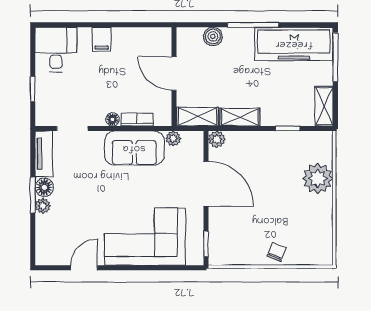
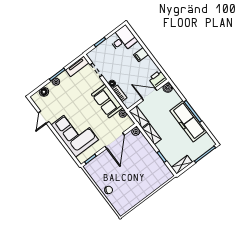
boiler: (213, 36) -> (168, 88), moved
printer: (160, 42) -> (158, 79), added
freezer: (294, 44) -> (188, 121), moved
door: (174, 73) -> (149, 94), hinge flipped
plant: (318, 178) -> (151, 184), removed
floor lamp: (44, 187) -> (44, 92), moved
door: (84, 268) -> (44, 117), swing flipped

